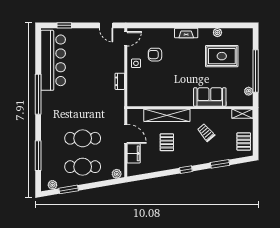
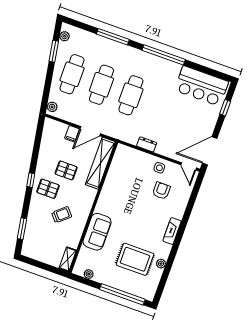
door: (106, 25) -> (210, 151), width x1.88
rug: (222, 56) -> (135, 259), turned 90
bar counter: (53, 60) -> (201, 86), width x0.73
window: (256, 71) -> (122, 294), moved
cafe table: (83, 110) -> (131, 95), added
shelving: (167, 115) -> (100, 163), moved
pallet: (244, 142) -> (48, 189), moved
filing cabinet: (134, 153) -> (72, 134), width x0.50
window: (38, 156) -> (113, 37), moved
window: (220, 164) -> (22, 229), moved

